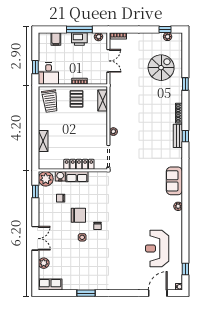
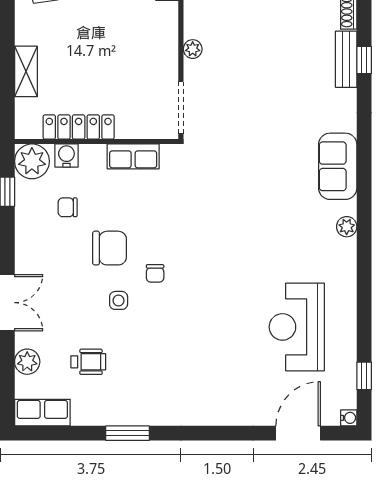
locker: (79, 164) -> (79, 127), moved
row of seats: (77, 177) -> (133, 156), moved
wheelchair: (69, 263) -> (88, 362), added

